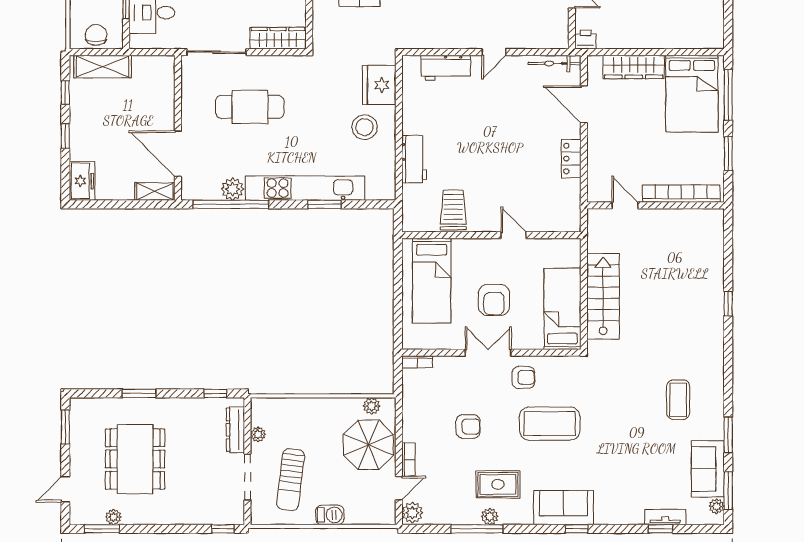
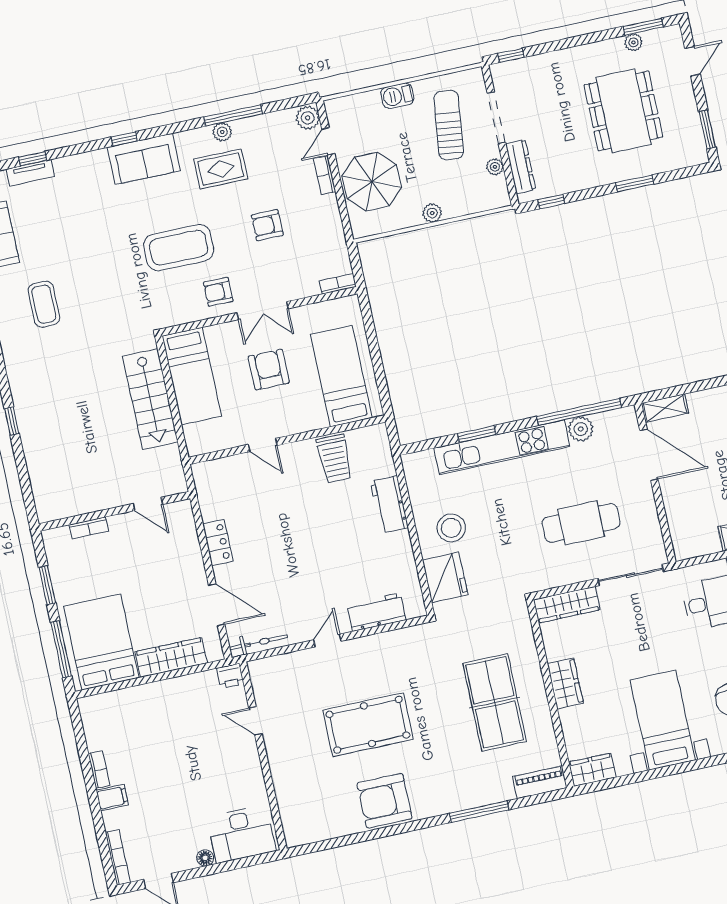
bookcase: (681, 194) -> (89, 528), width x0.43, depth x0.76
plant: (371, 406) -> (432, 213), moved

